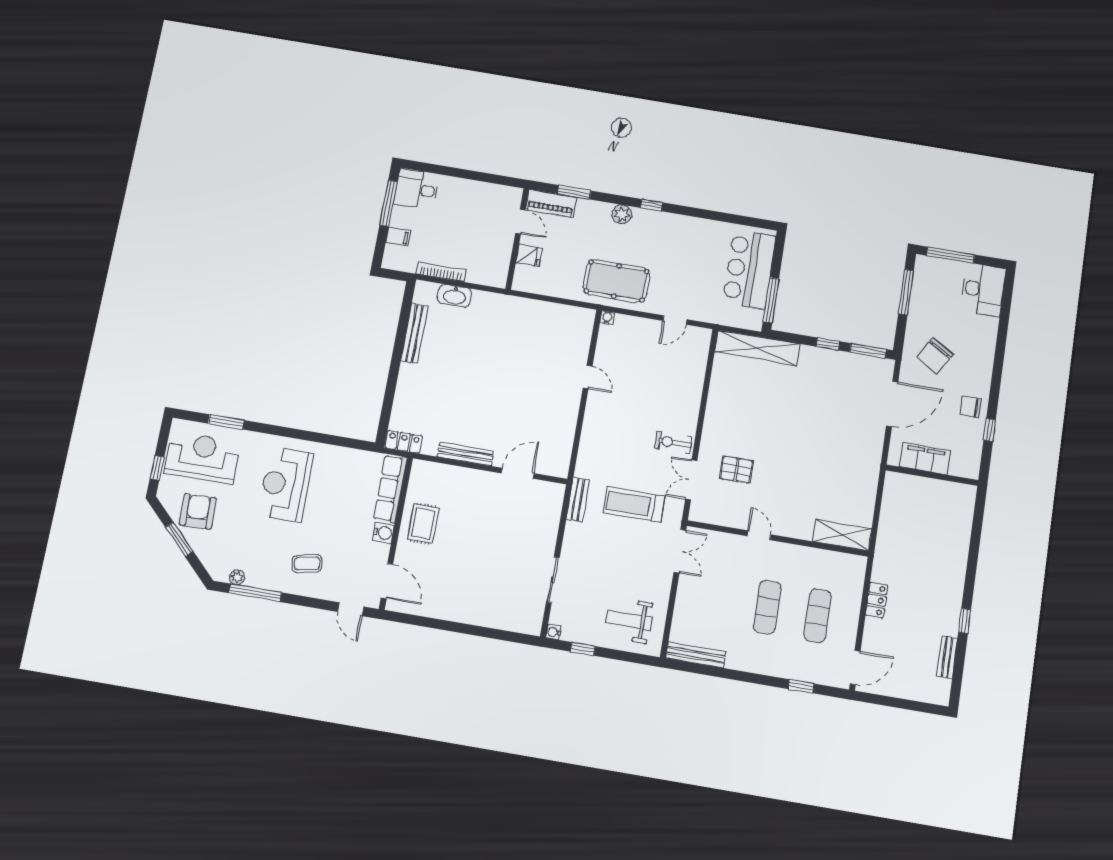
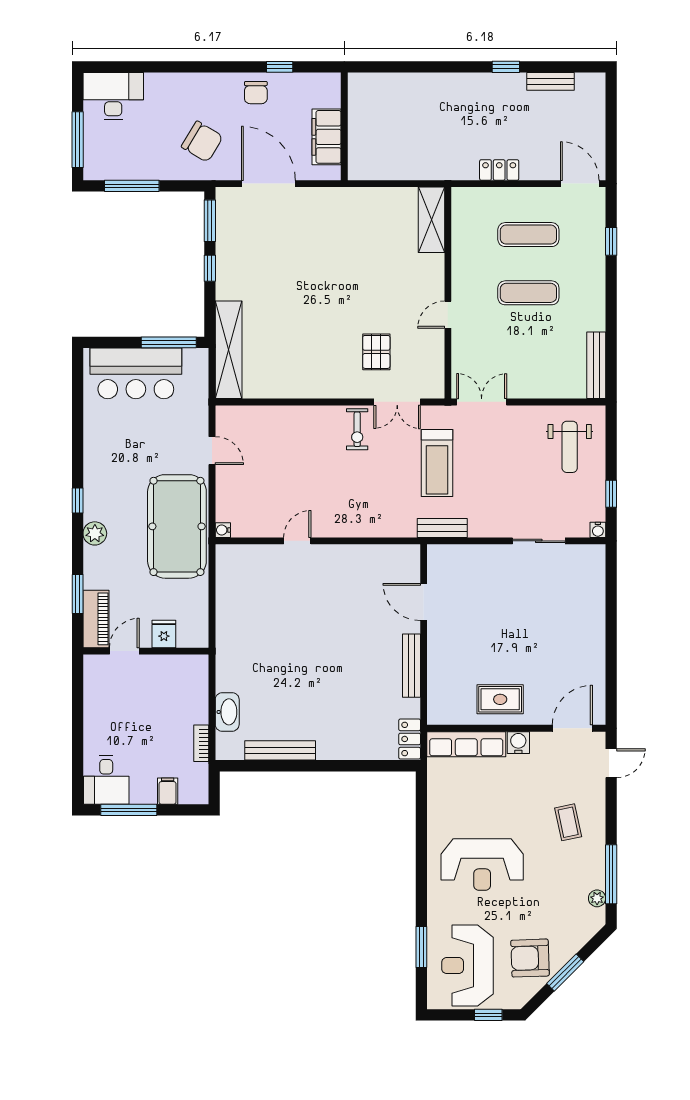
bookcase: (441, 272) -> (201, 743), width x0.64
pool table: (616, 281) -> (177, 526), width x1.36, depth x1.32

